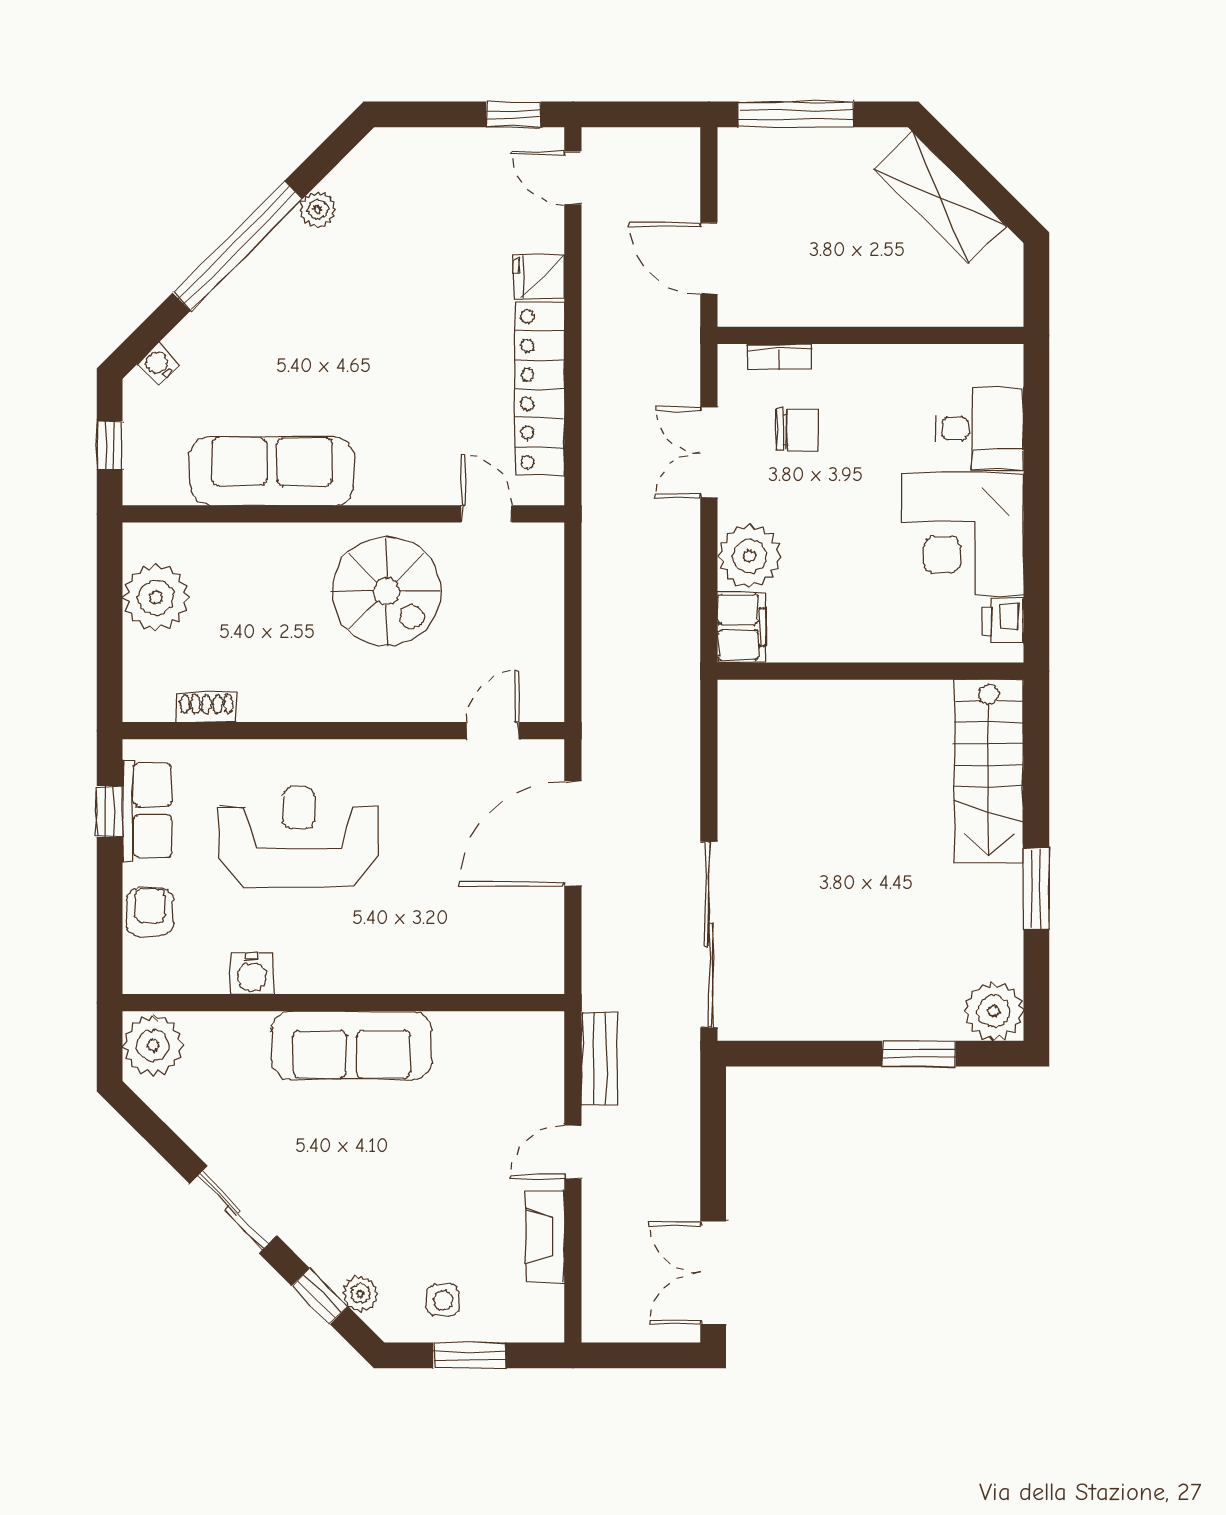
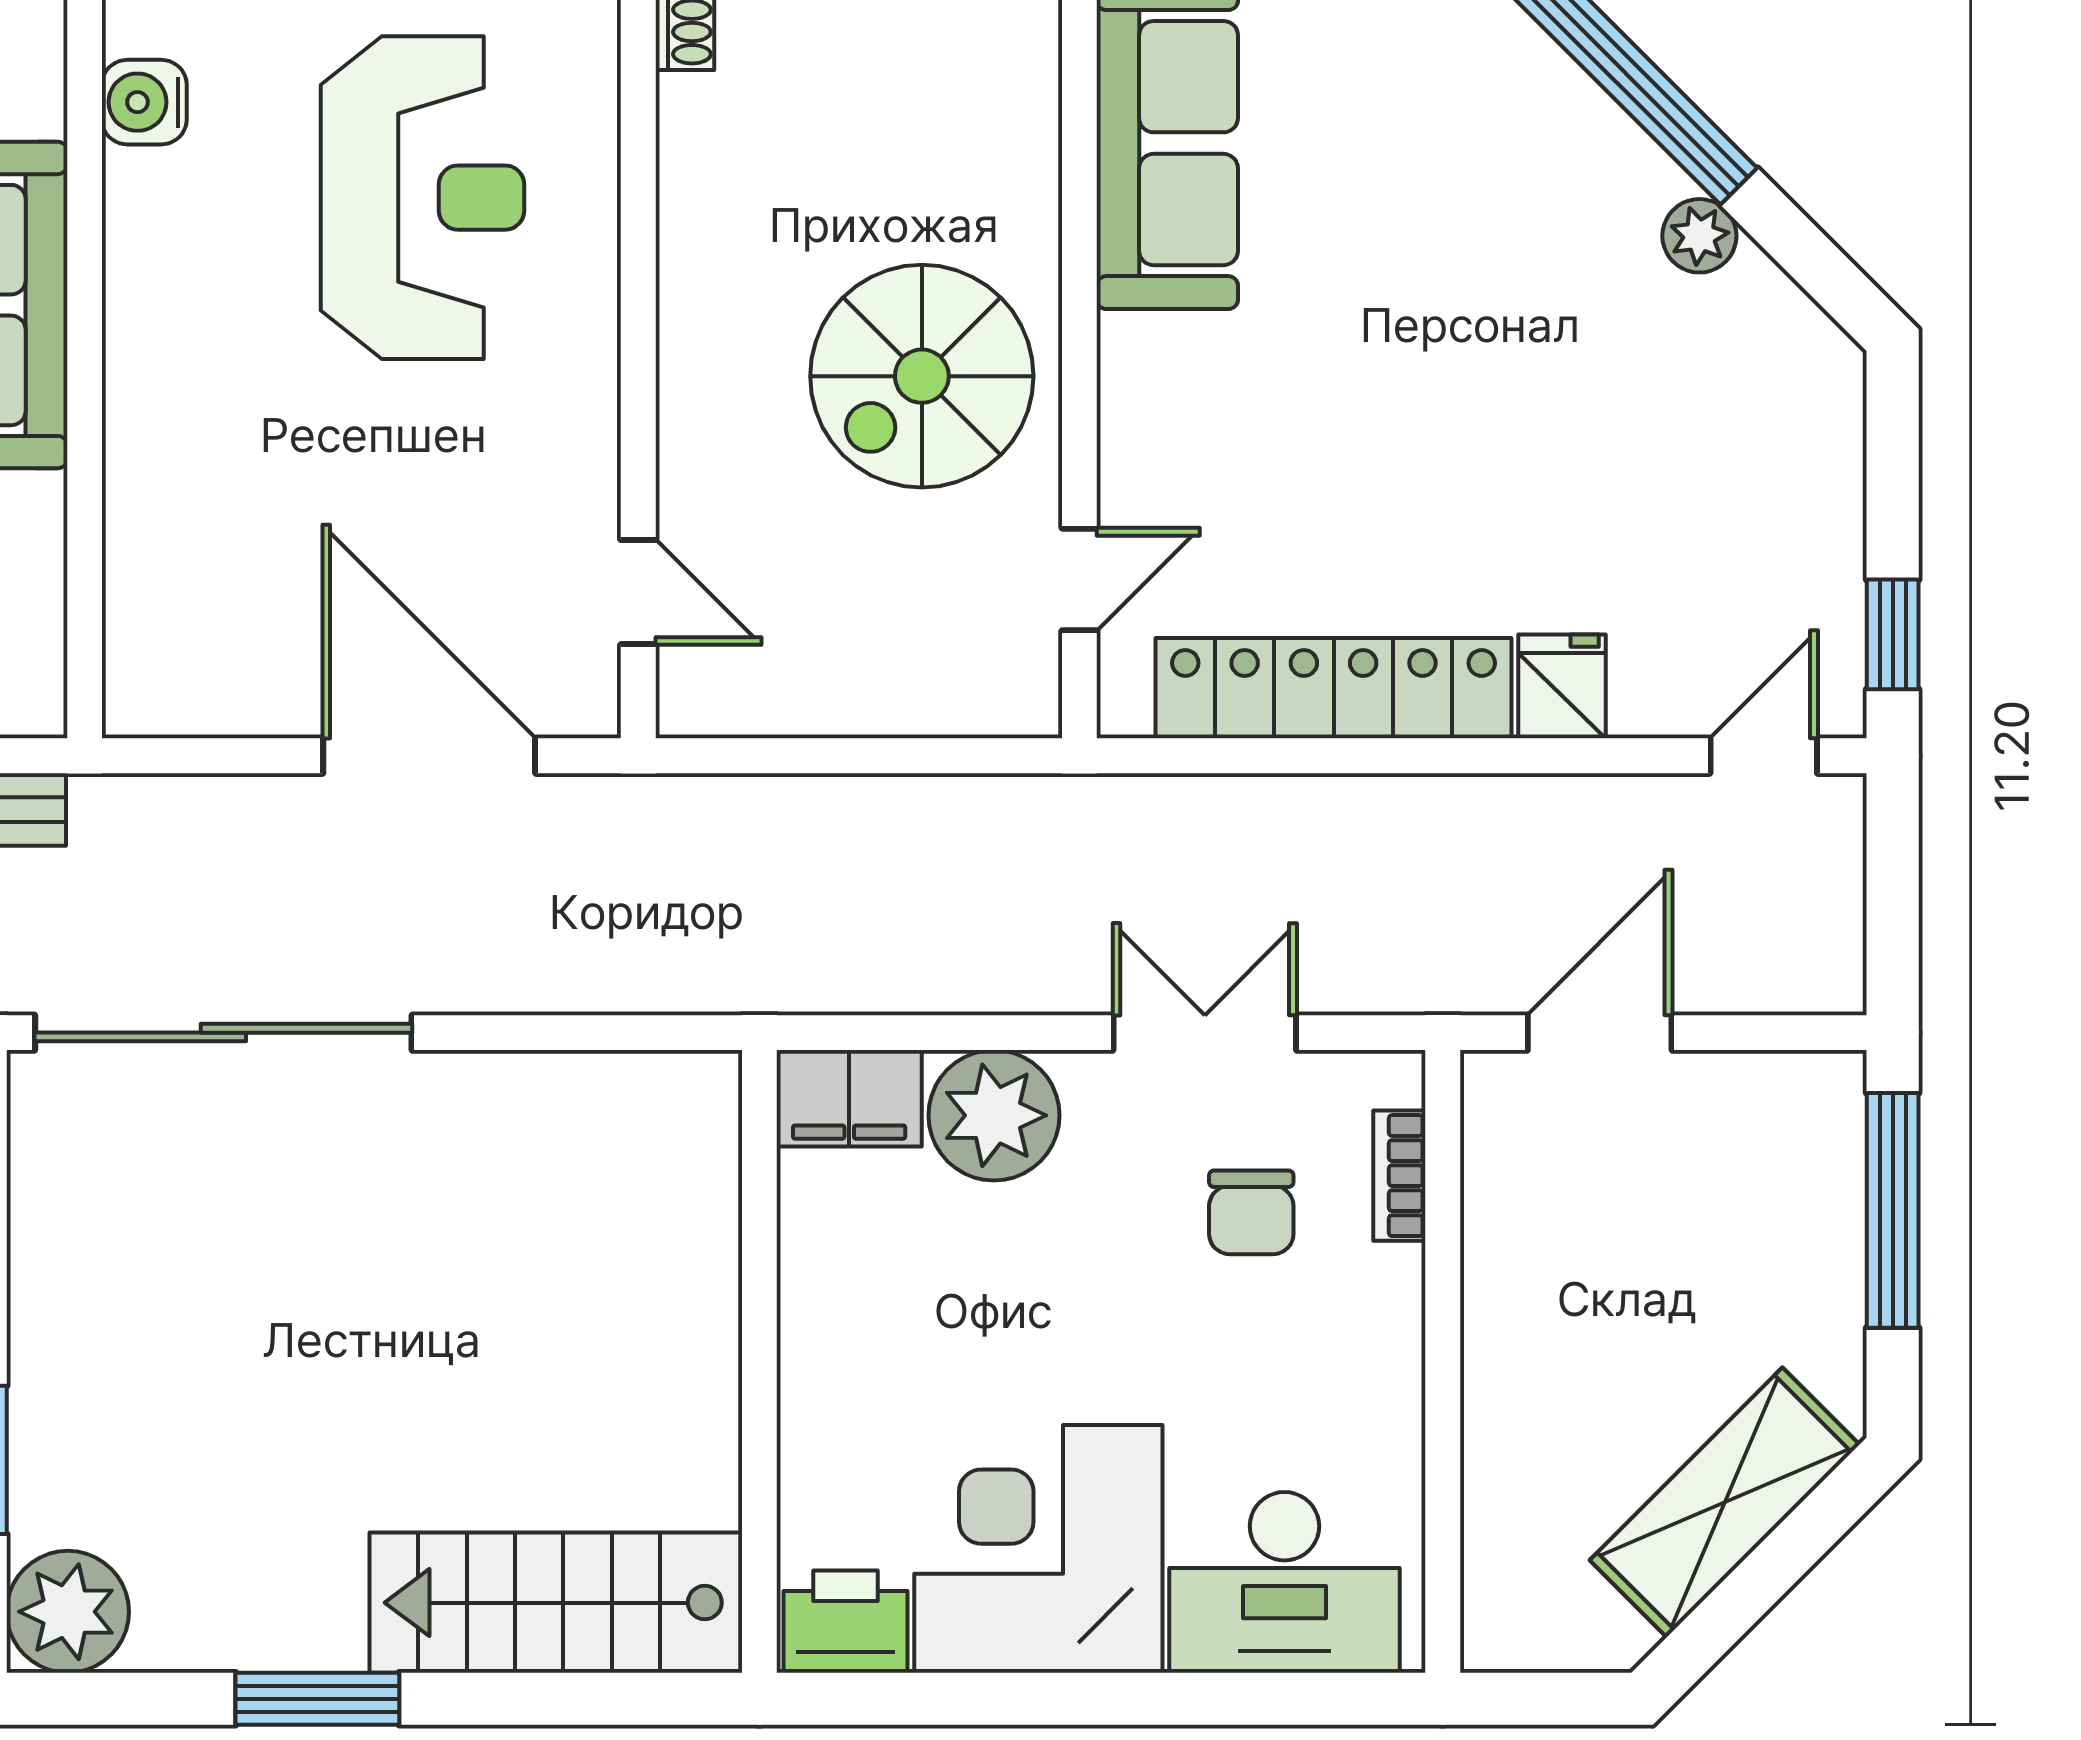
desk: (979, 429) -> (1284, 1582), width x1.37
printer: (1003, 621) -> (846, 1622), width x1.36, depth x1.24

